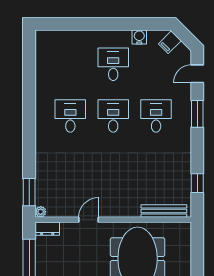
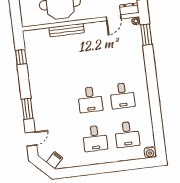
water cooler: (139, 37) -> (150, 152), moved
desk: (156, 116) -> (127, 134), moved
bench: (164, 211) -> (67, 30), moved
door: (89, 220) -> (114, 18), moved

